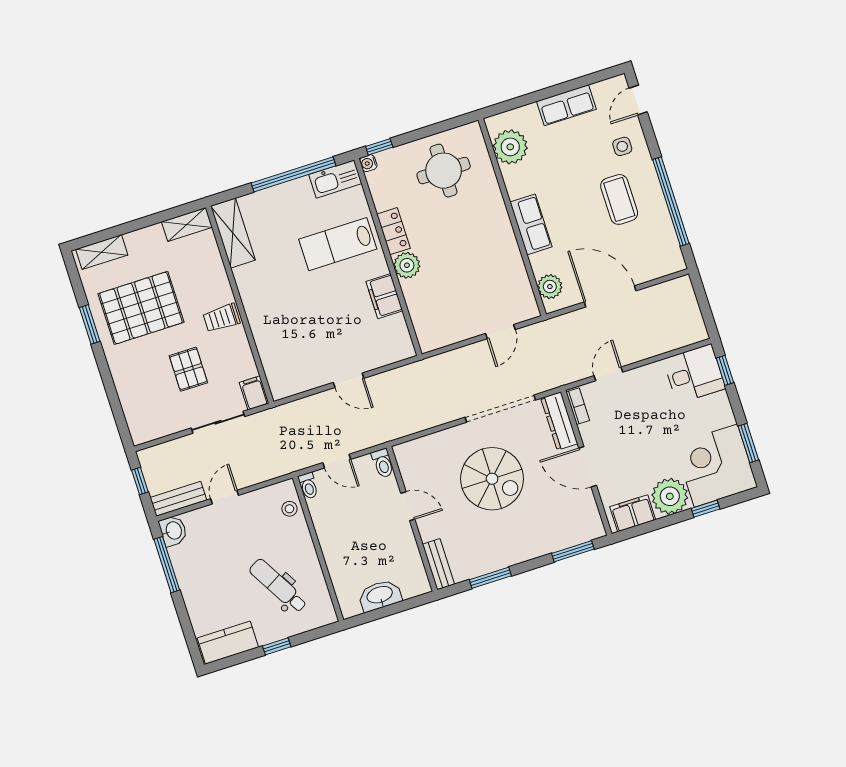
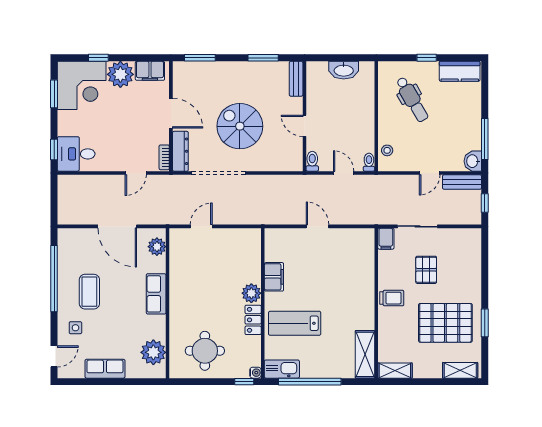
lab bench: (338, 244) -> (295, 323), turned 180

